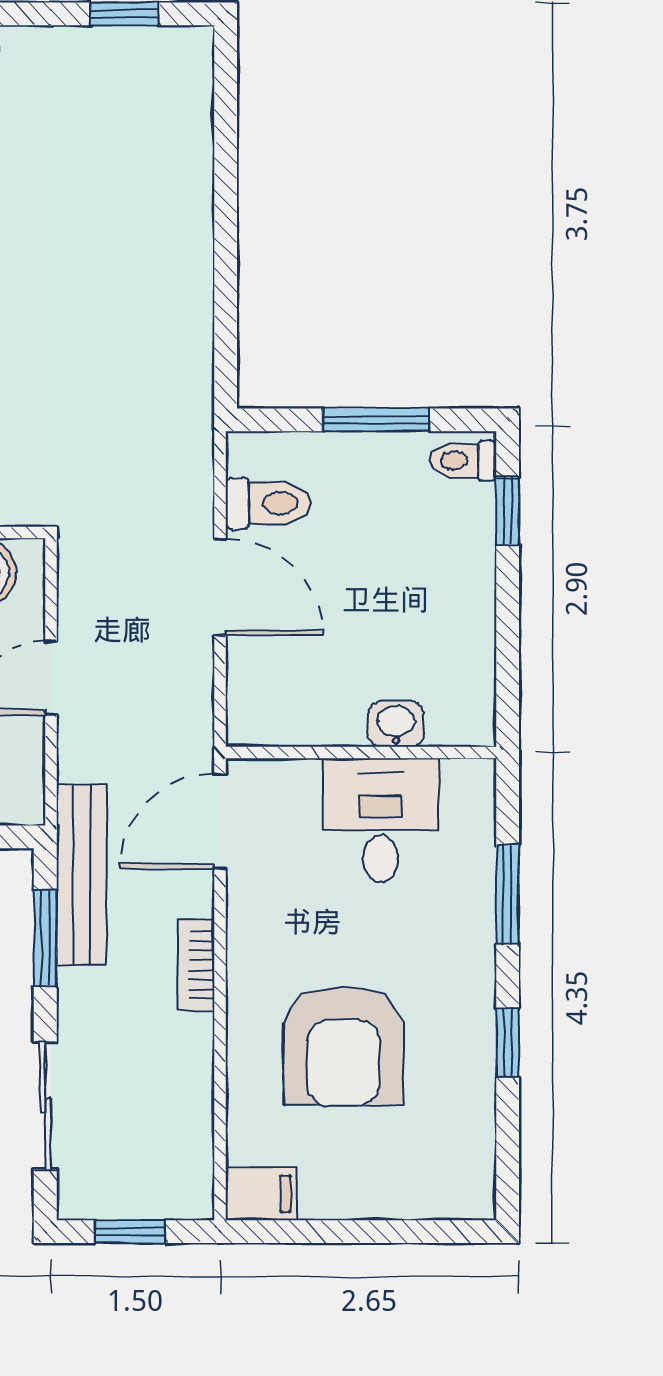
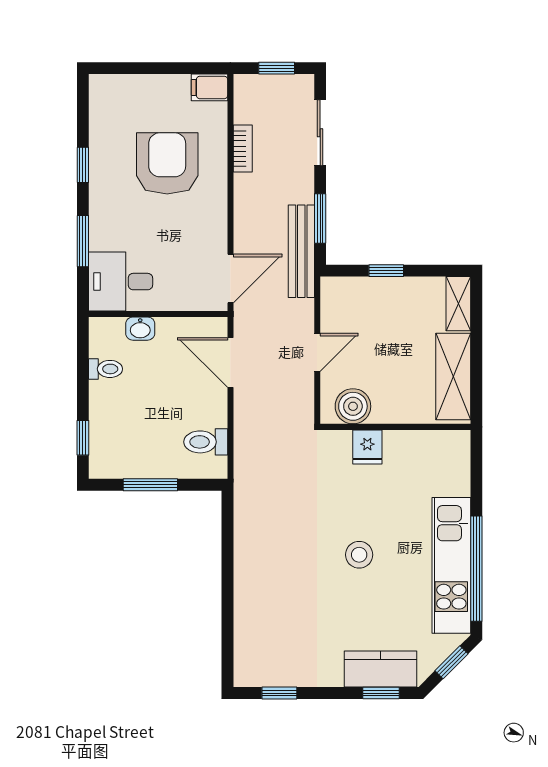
toilet: (463, 460) -> (106, 369), moved
door: (220, 587) -> (230, 362), moved
desk: (381, 820) -> (121, 282), moved, turned 90
bookcase: (196, 965) -> (243, 149), moved

